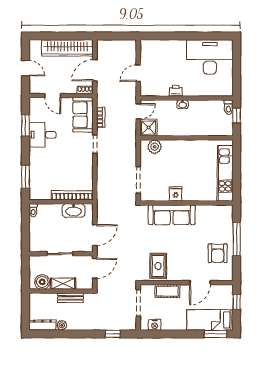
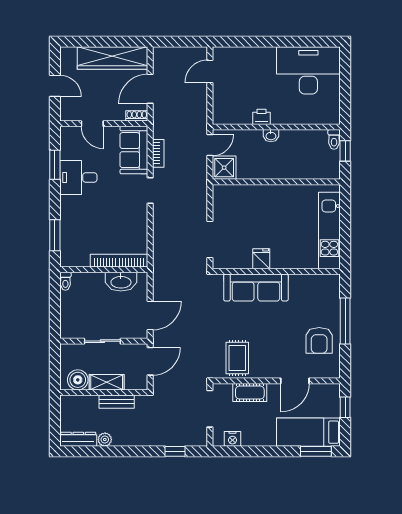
door: (138, 73) -> (210, 71), moved
plant: (155, 147) -> (232, 194), removed

